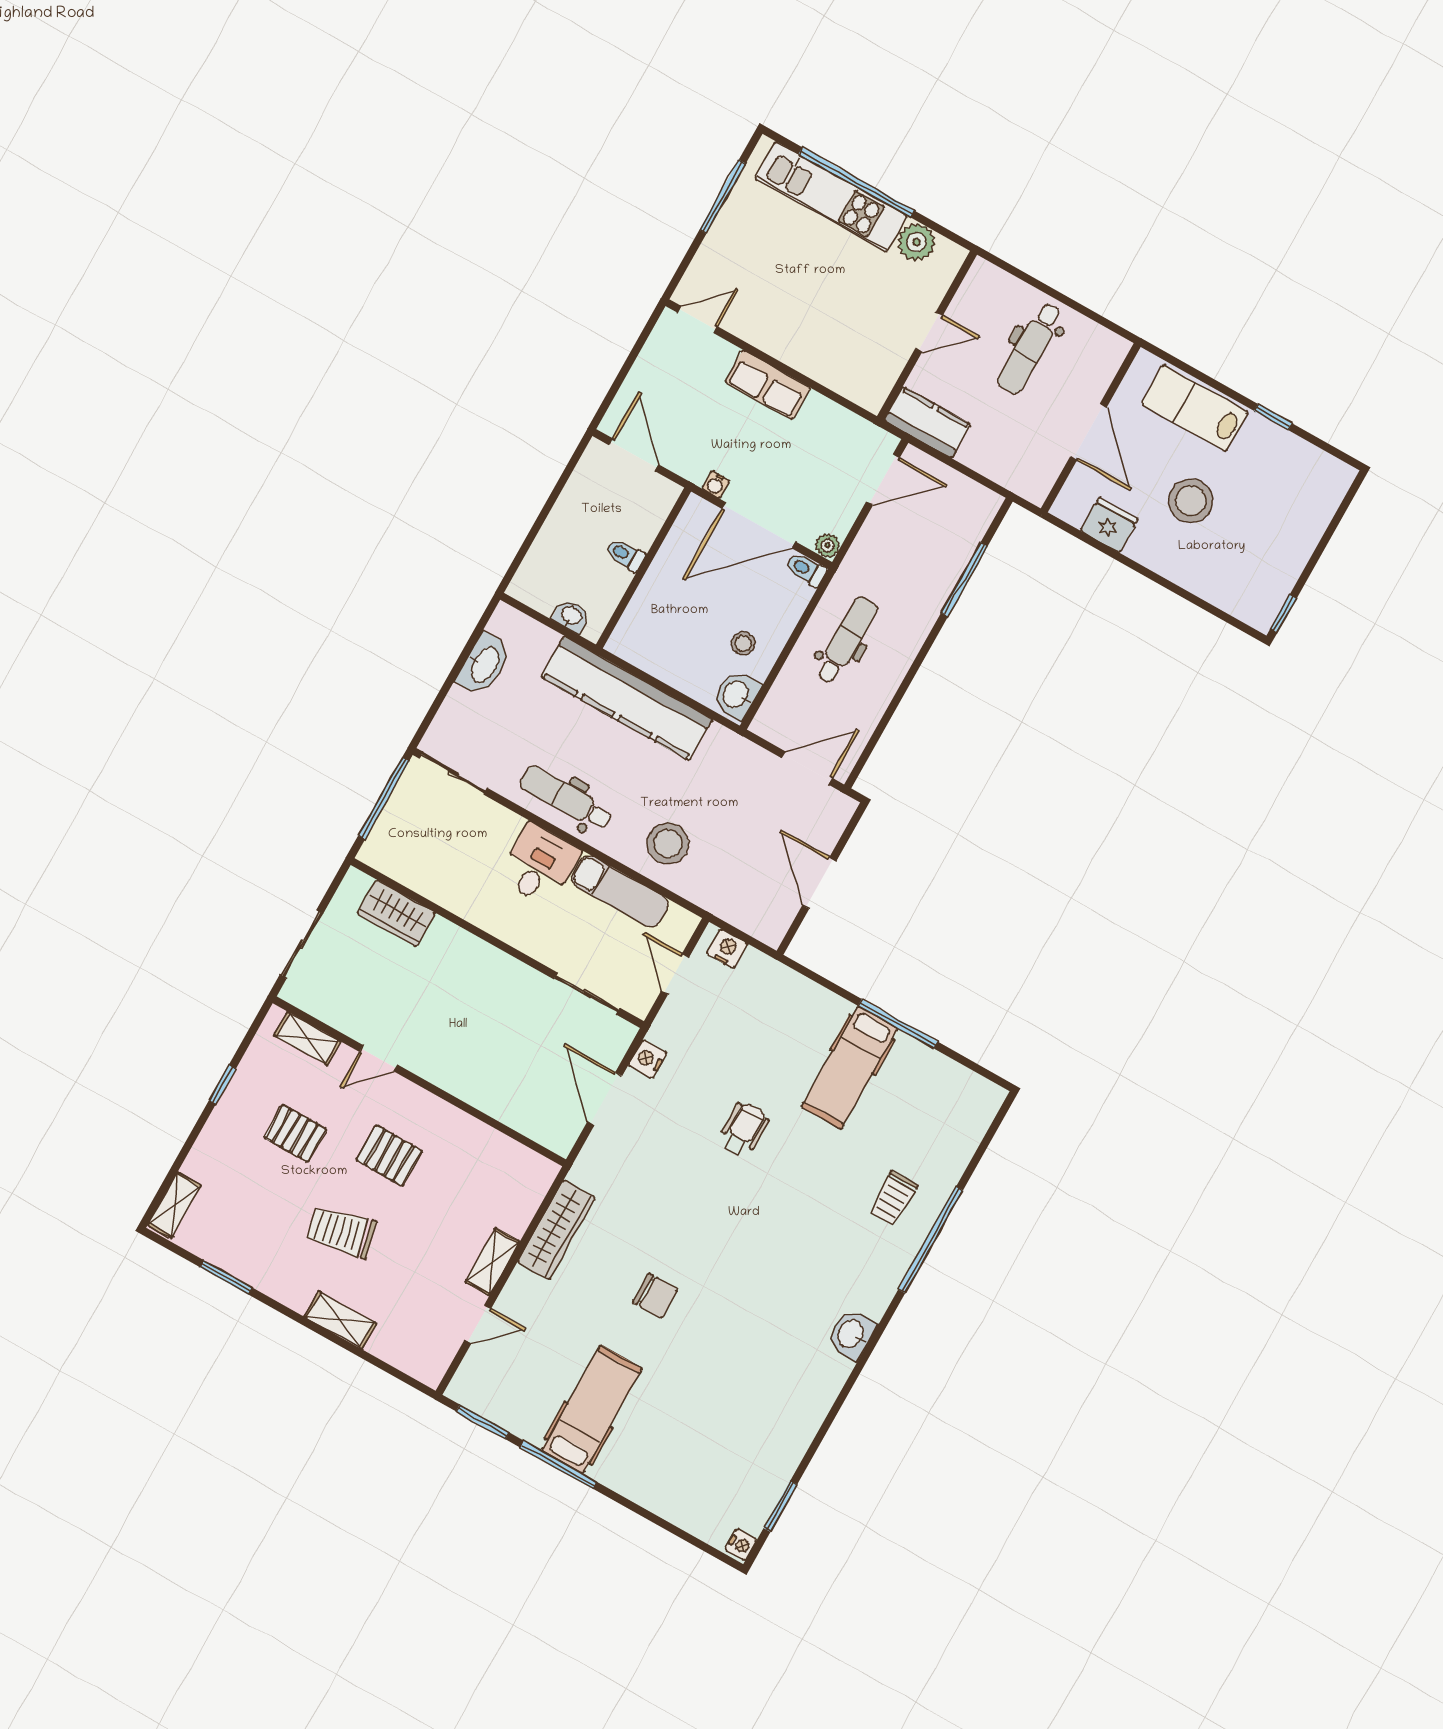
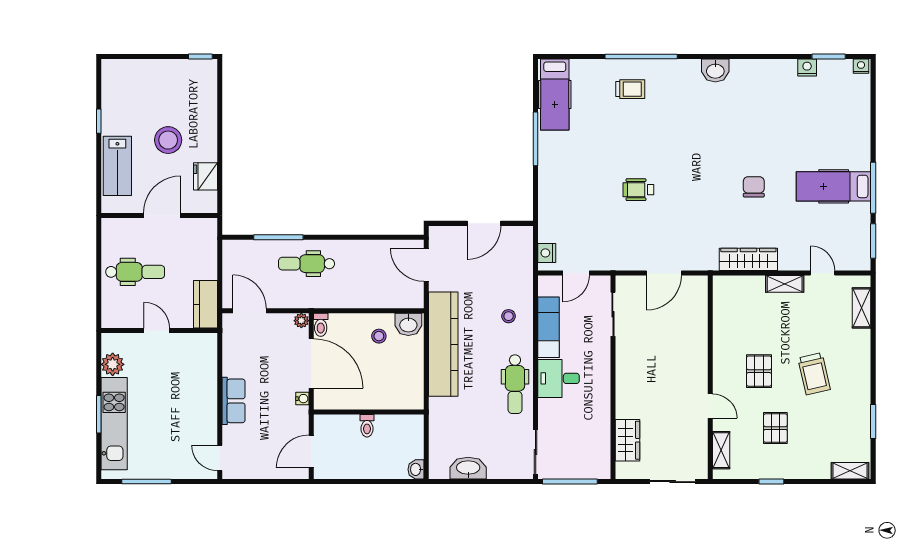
window: (857, 182) -> (99, 414), width x0.47
washbasin: (571, 616) -> (416, 469), moved
dental chair: (847, 640) -> (306, 264), moved
kitchen counter: (627, 698) -> (443, 344), moved
stool: (668, 844) -> (509, 316), width x0.53, depth x0.53
nightstand: (648, 1059) -> (807, 67), moved, turned 180
hospital bed: (850, 1068) -> (555, 94), moved, turned 90
shelving: (340, 1320) -> (862, 308), moved

